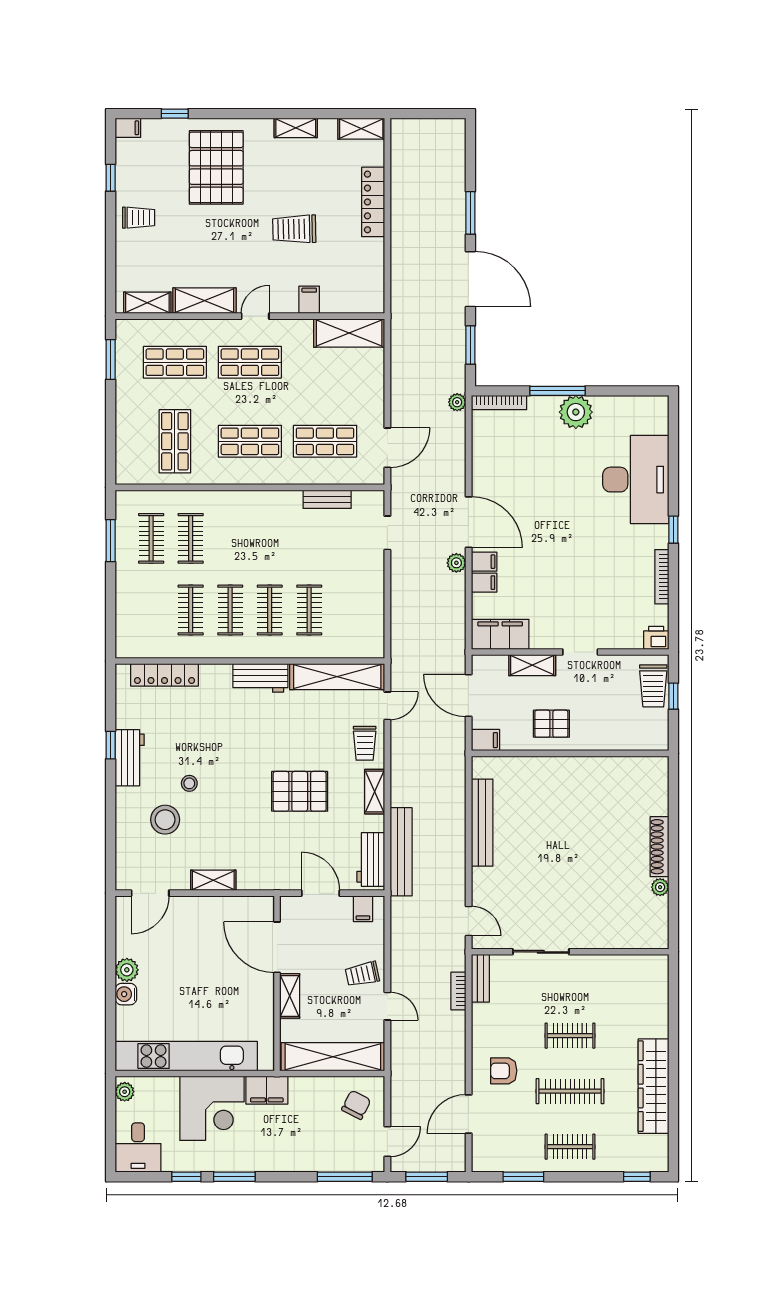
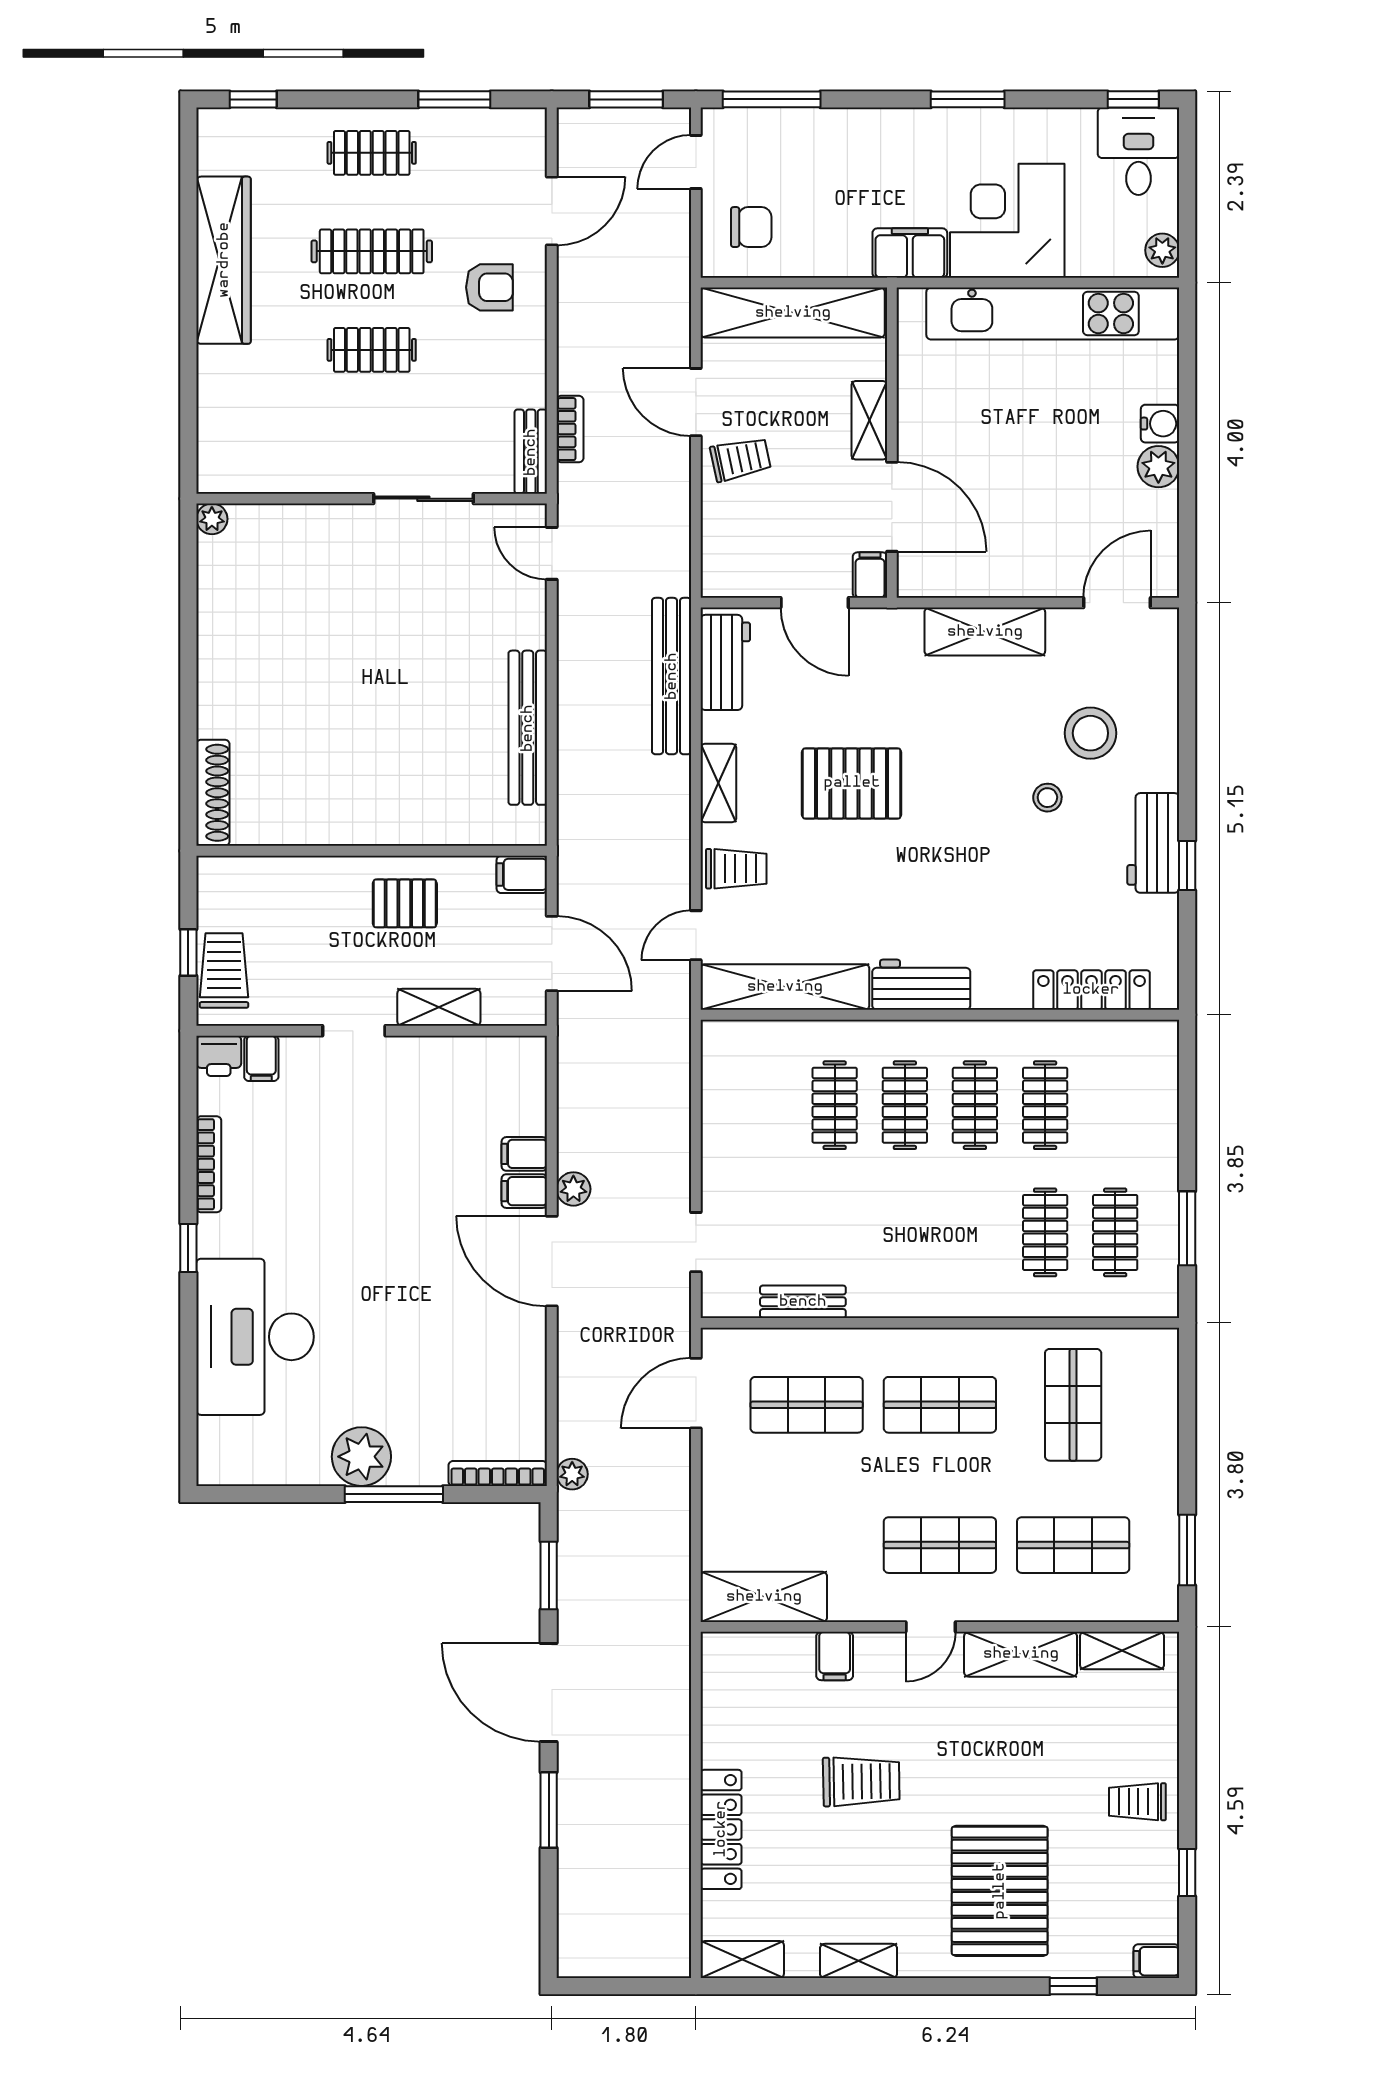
filing cabinet: (500, 634) -> (261, 1058), moved, width x0.33, depth x0.86
trolley: (365, 743) -> (736, 869), turned 90
shoe rack: (660, 847) -> (213, 793), moved
shelving: (213, 880) -> (985, 632), width x1.50, depth x1.33
plant: (660, 887) -> (212, 519), moved
filing cabinet: (363, 909) -> (870, 575), moved
door: (387, 1006) -> (696, 402), width x1.37
chair: (356, 1105) -> (751, 227), turned -117
window: (186, 1177) -> (1133, 99), moved

